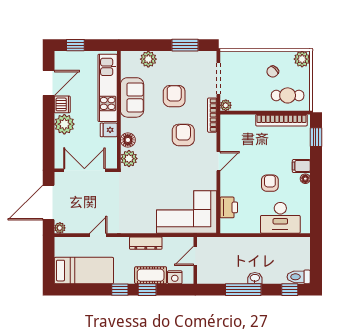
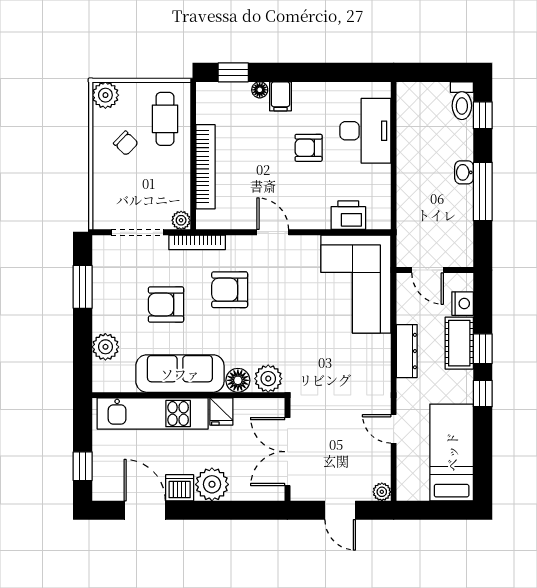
sofa: (132, 97) -> (180, 374), width x1.36
bookcase: (281, 120) -> (205, 167), moved
floor lamp: (305, 179) -> (260, 90), moved
door: (49, 202) -> (340, 510), width x0.53

